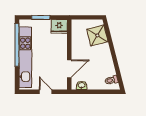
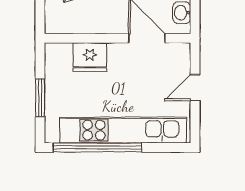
fridge: (59, 26) -> (90, 57), moved, turned 90

